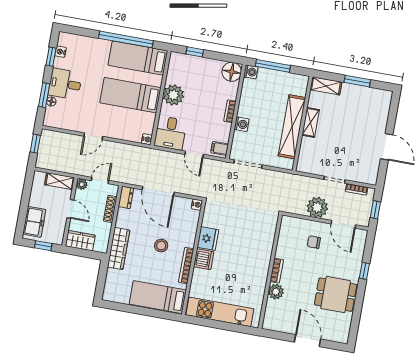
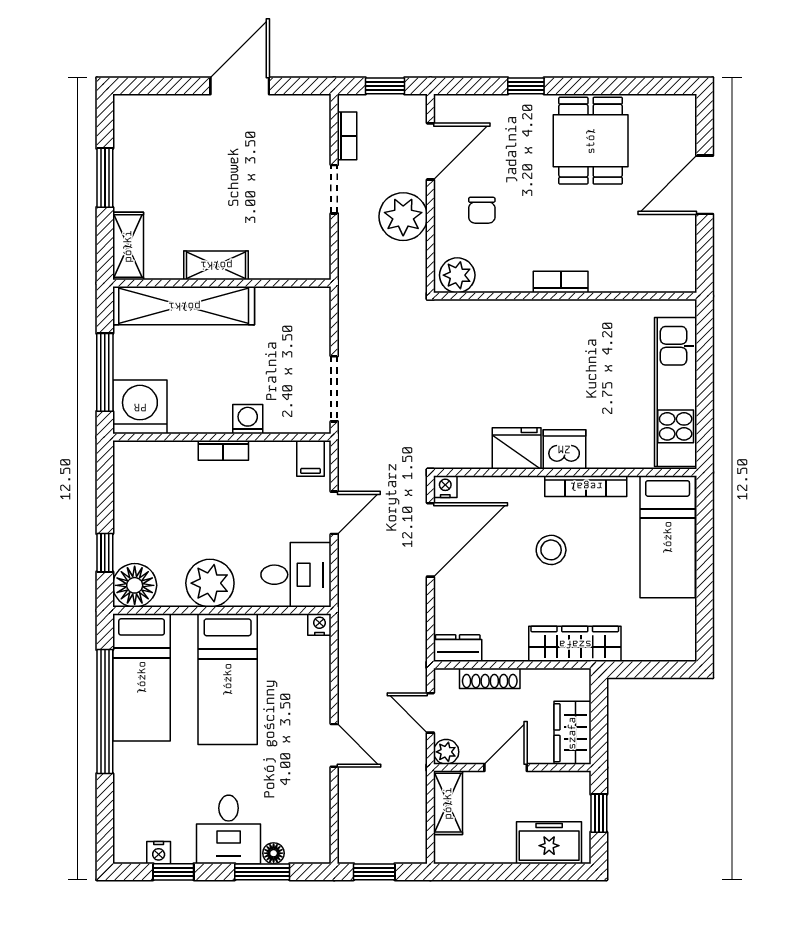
floor lamp: (232, 72) -> (135, 585), moved
washing machine: (251, 72) -> (140, 407), width x1.89, depth x1.89
shelving: (292, 127) -> (184, 306), moved
door: (158, 191) -> (430, 540), moved
plant: (276, 292) -> (457, 275), moved

